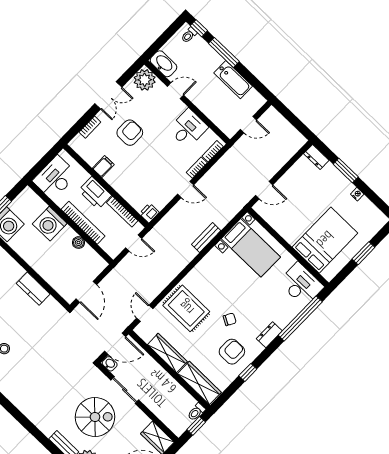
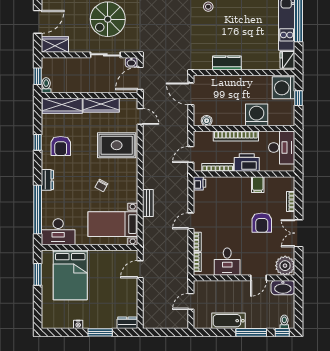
boiler: (78, 243) -> (207, 121), moved
window: (363, 253) -> (38, 274), moved
chair: (230, 319) -> (101, 185), moved

